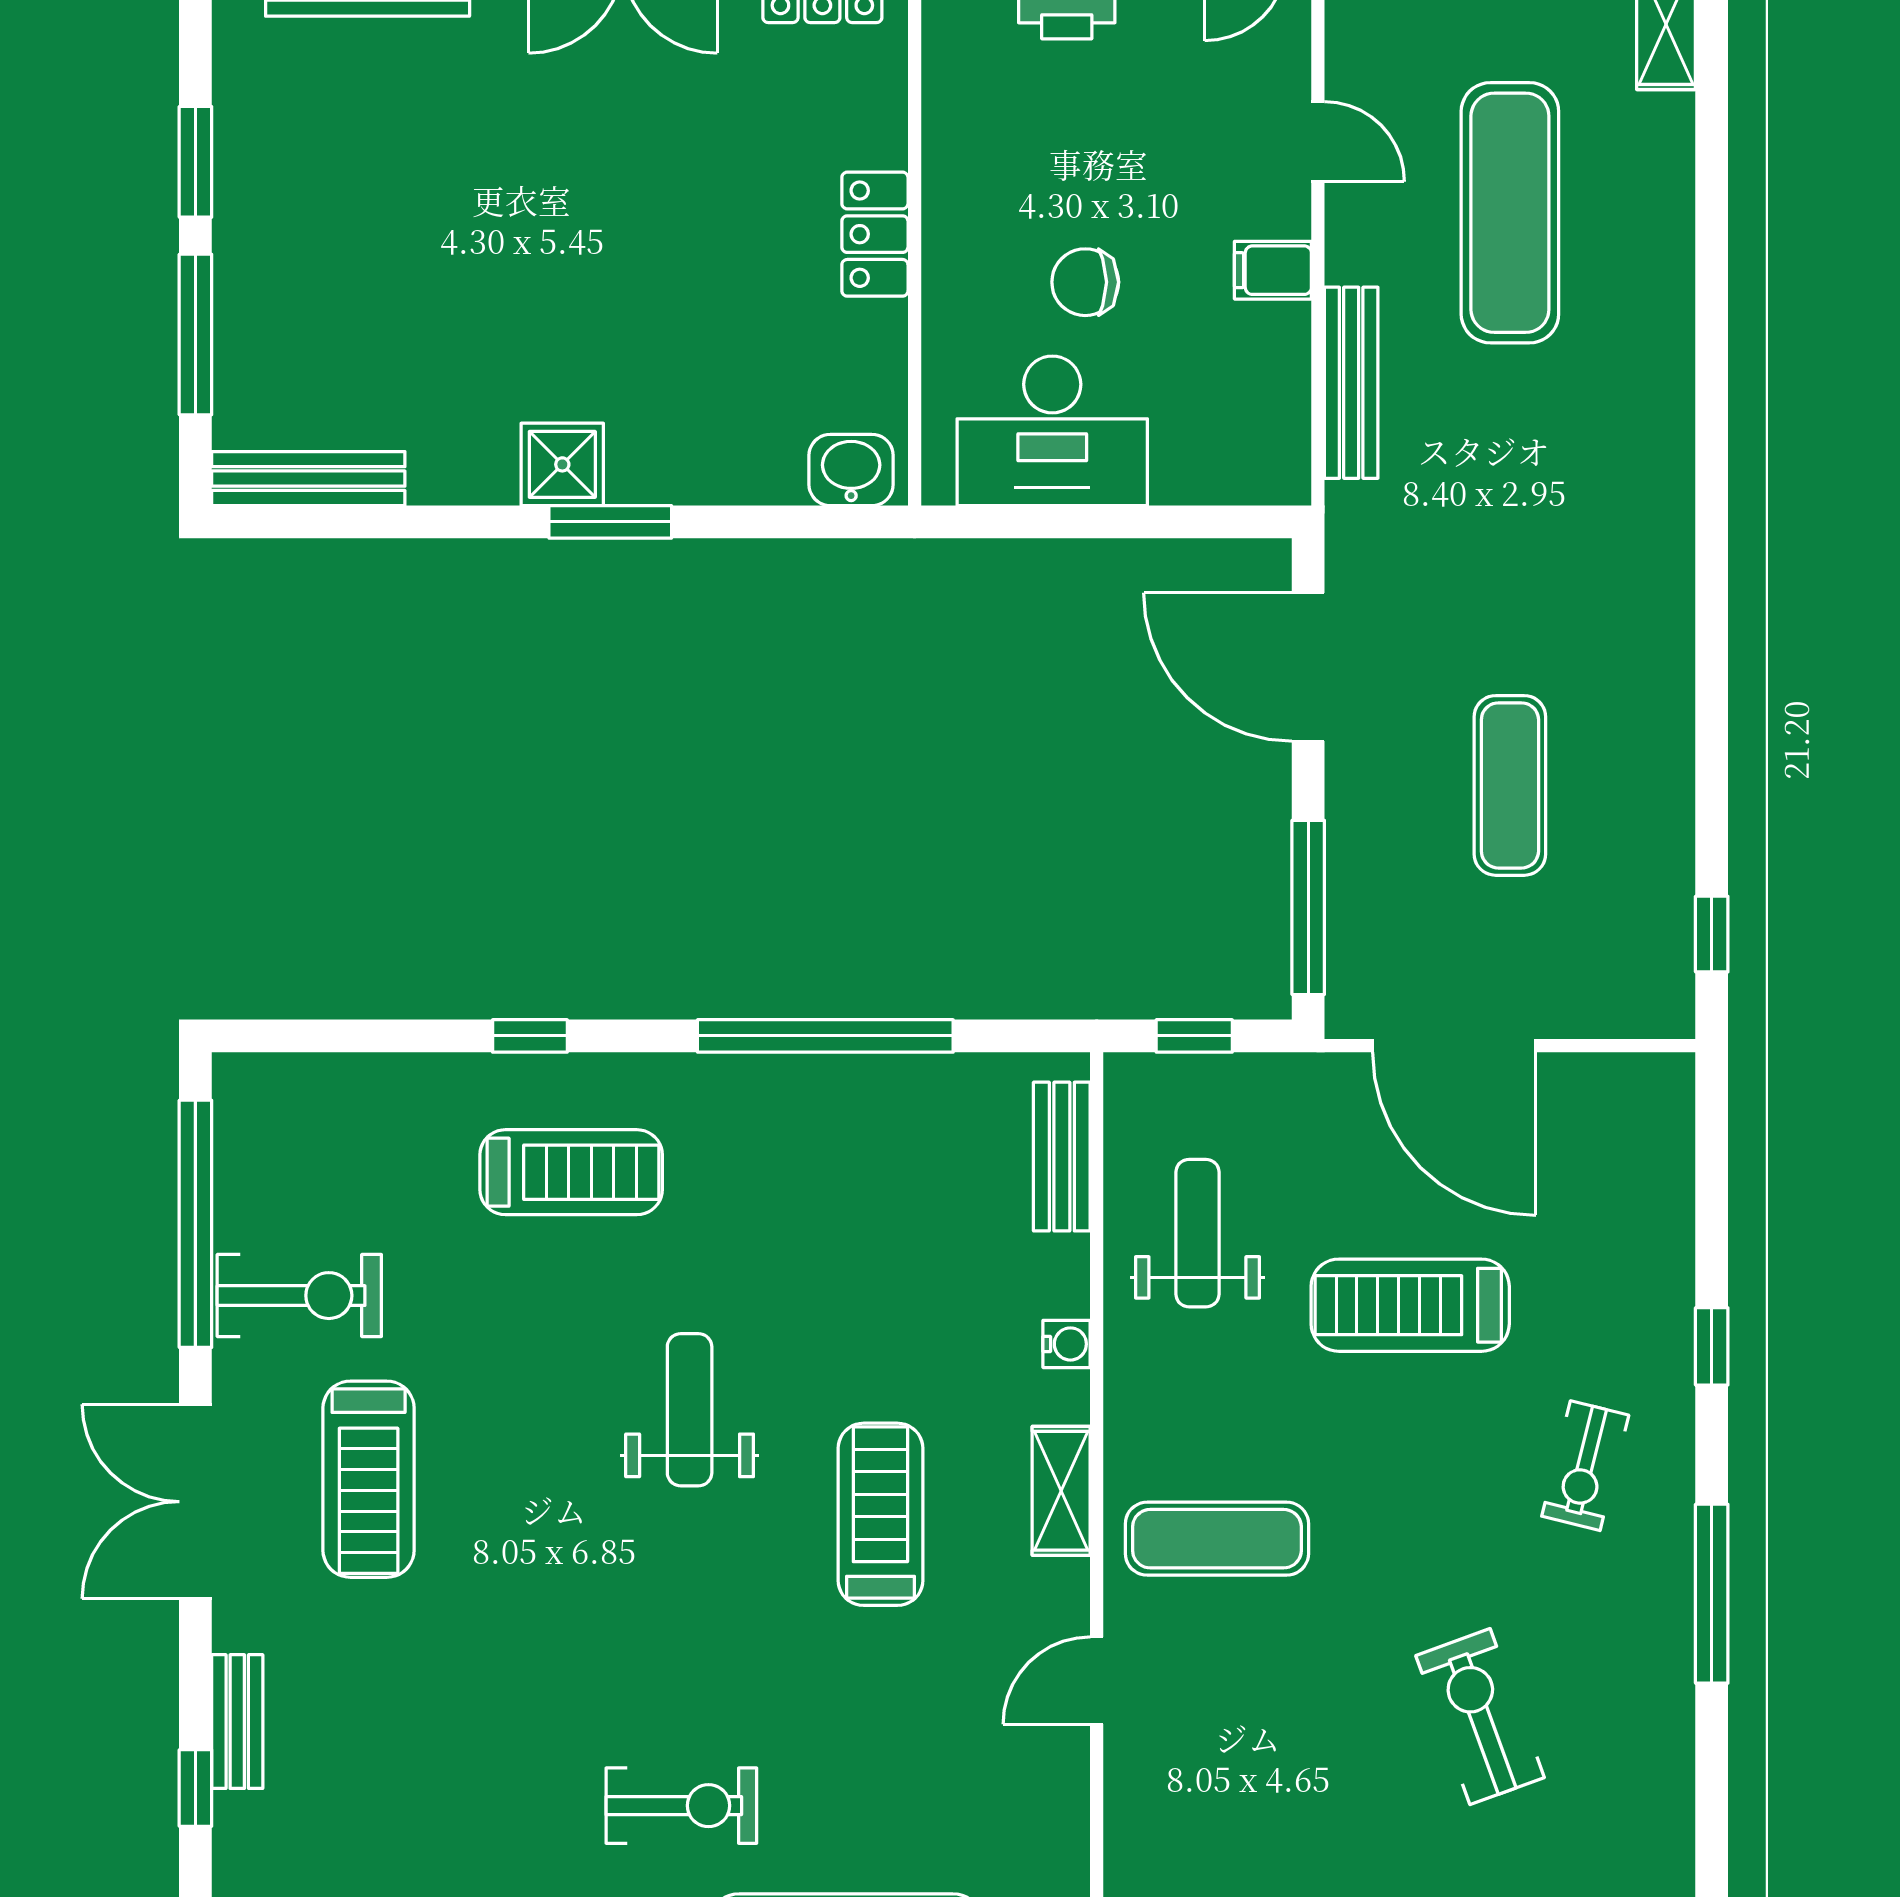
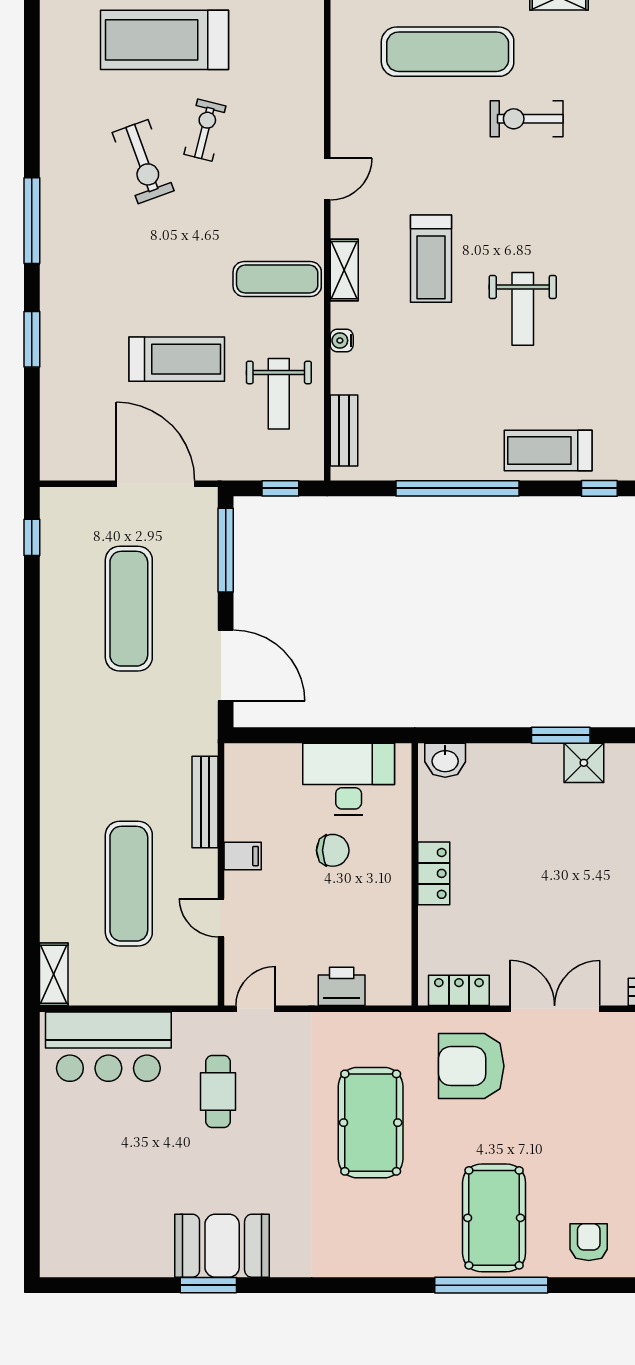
exercise mat: (1510, 785) -> (129, 609), width x1.36, depth x1.45
treadmill: (571, 1172) -> (548, 451), moved
window: (1712, 1346) -> (32, 339), width x1.50
exercise bike: (1585, 1466) -> (205, 130), moved
exercise mat: (1217, 1539) -> (277, 279), moved

